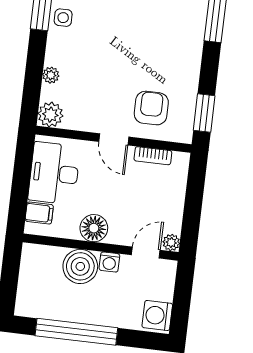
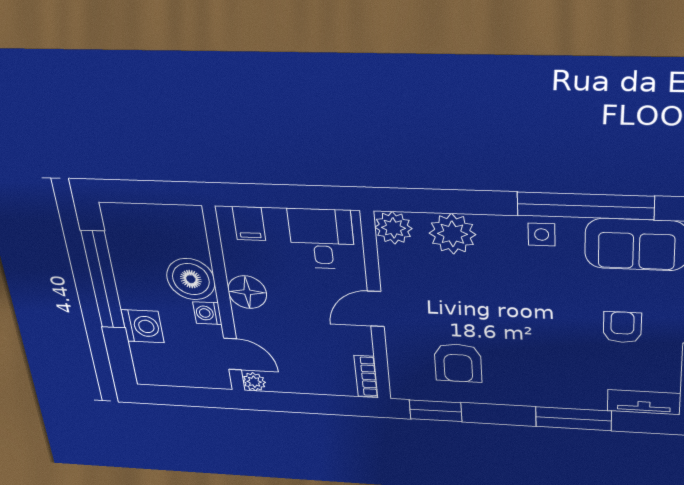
plant: (51, 75) -> (452, 234), width x1.88, depth x1.88
armchair: (151, 108) -> (458, 363), moved, turned 90
bookcase: (153, 156) -> (366, 376), moved
desk: (54, 173) -> (322, 239), width x0.73
washing machine: (157, 315) -> (143, 326), moved, turned 90

